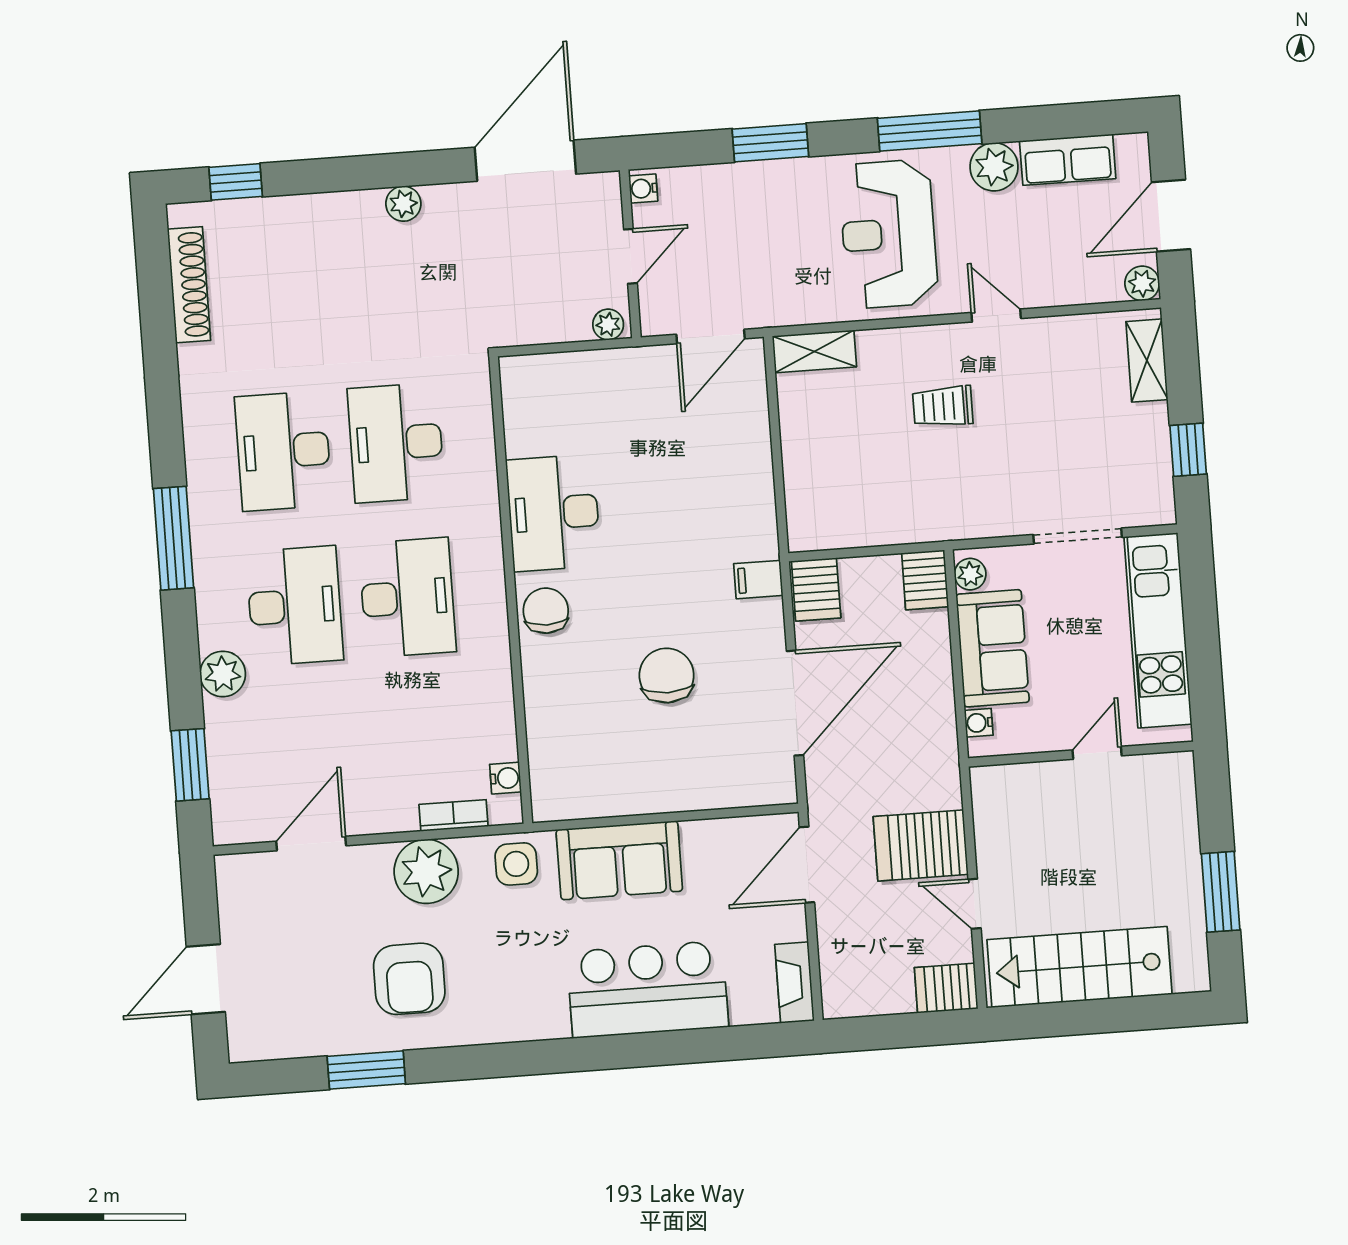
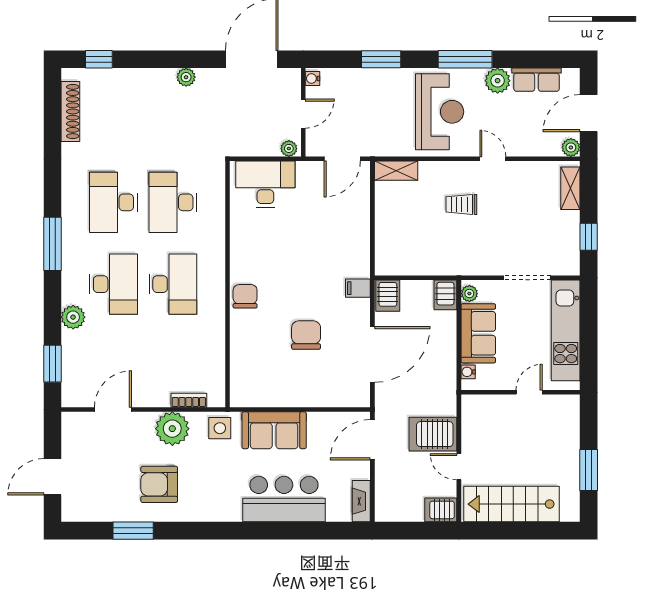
reception desk: (888, 234) -> (440, 112), turned 180
desk: (553, 513) -> (265, 184), moved, turned 90
water cooler: (506, 778) -> (218, 383), removed
armchair: (409, 979) -> (159, 484), turned 90

